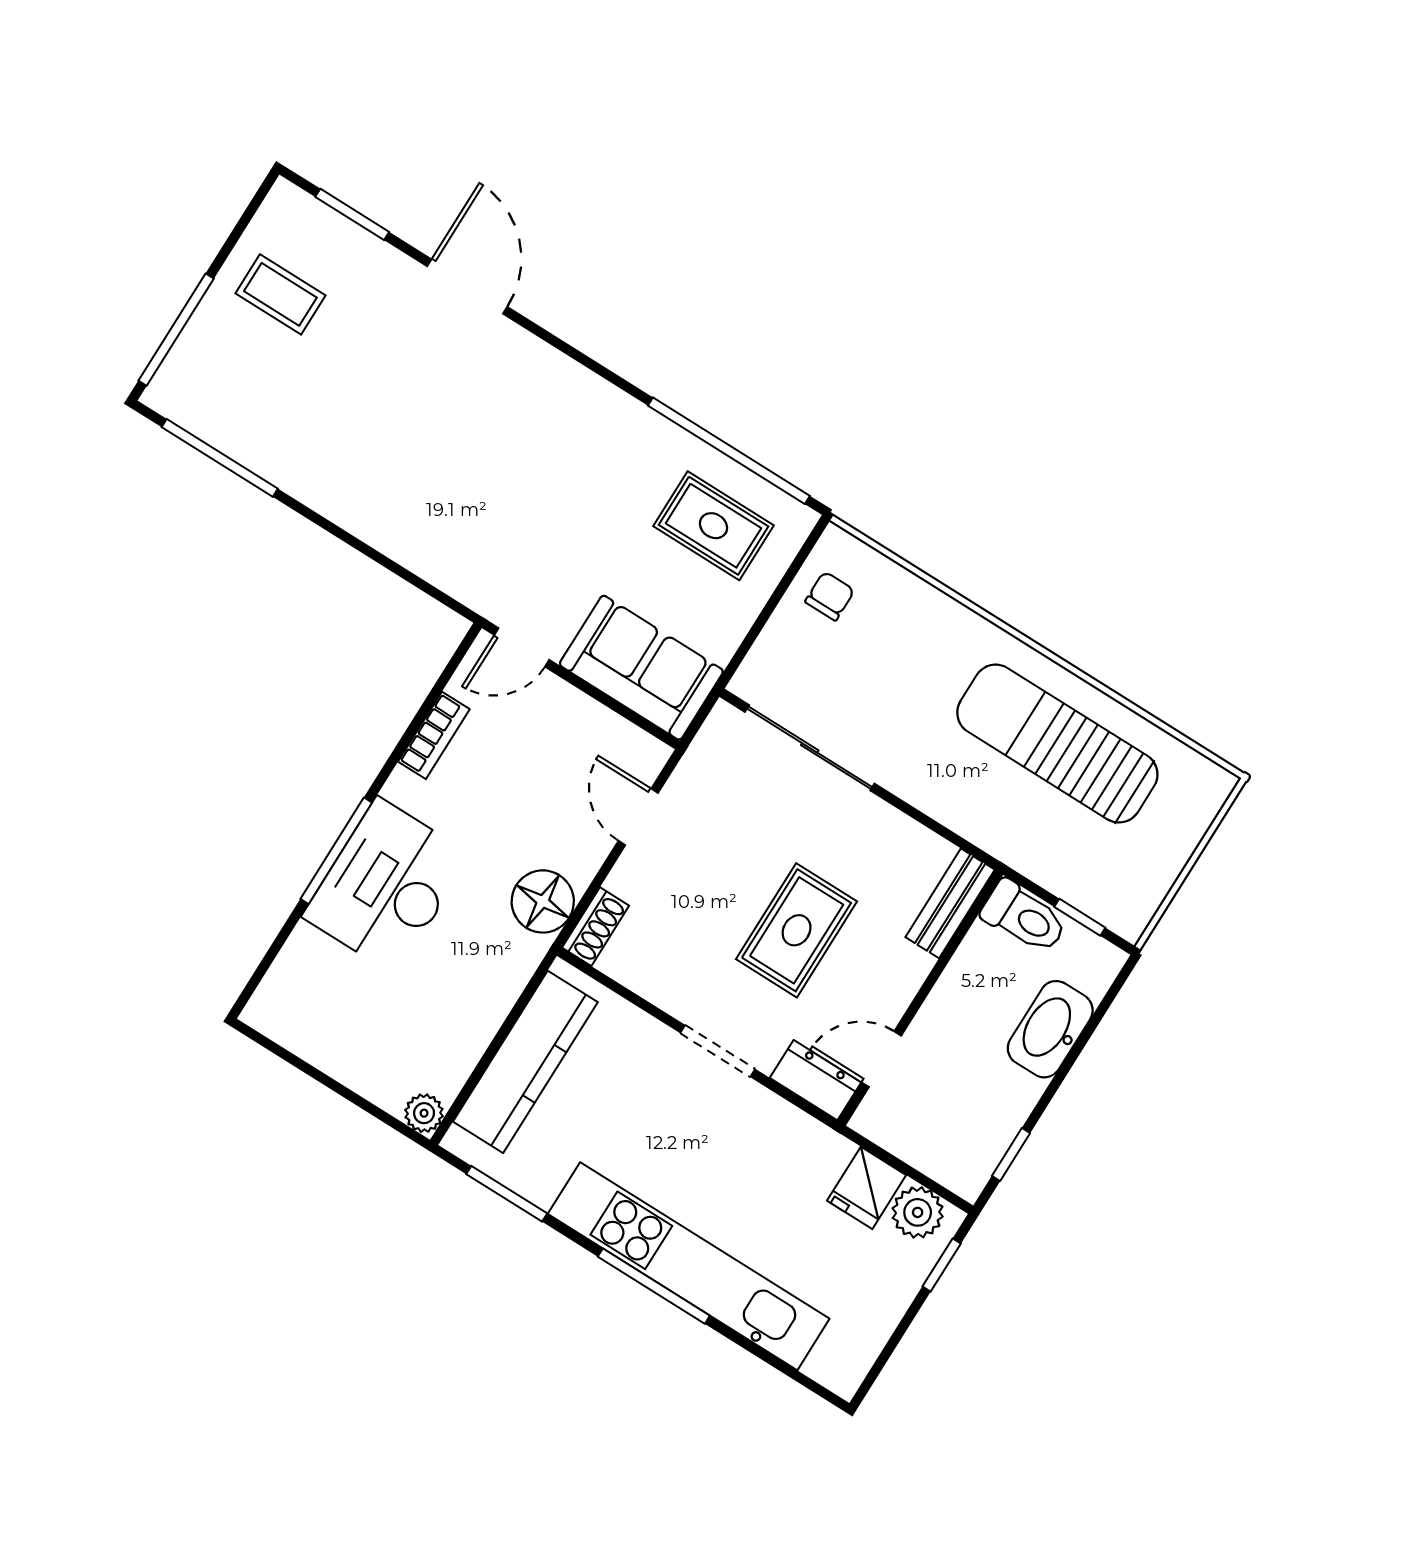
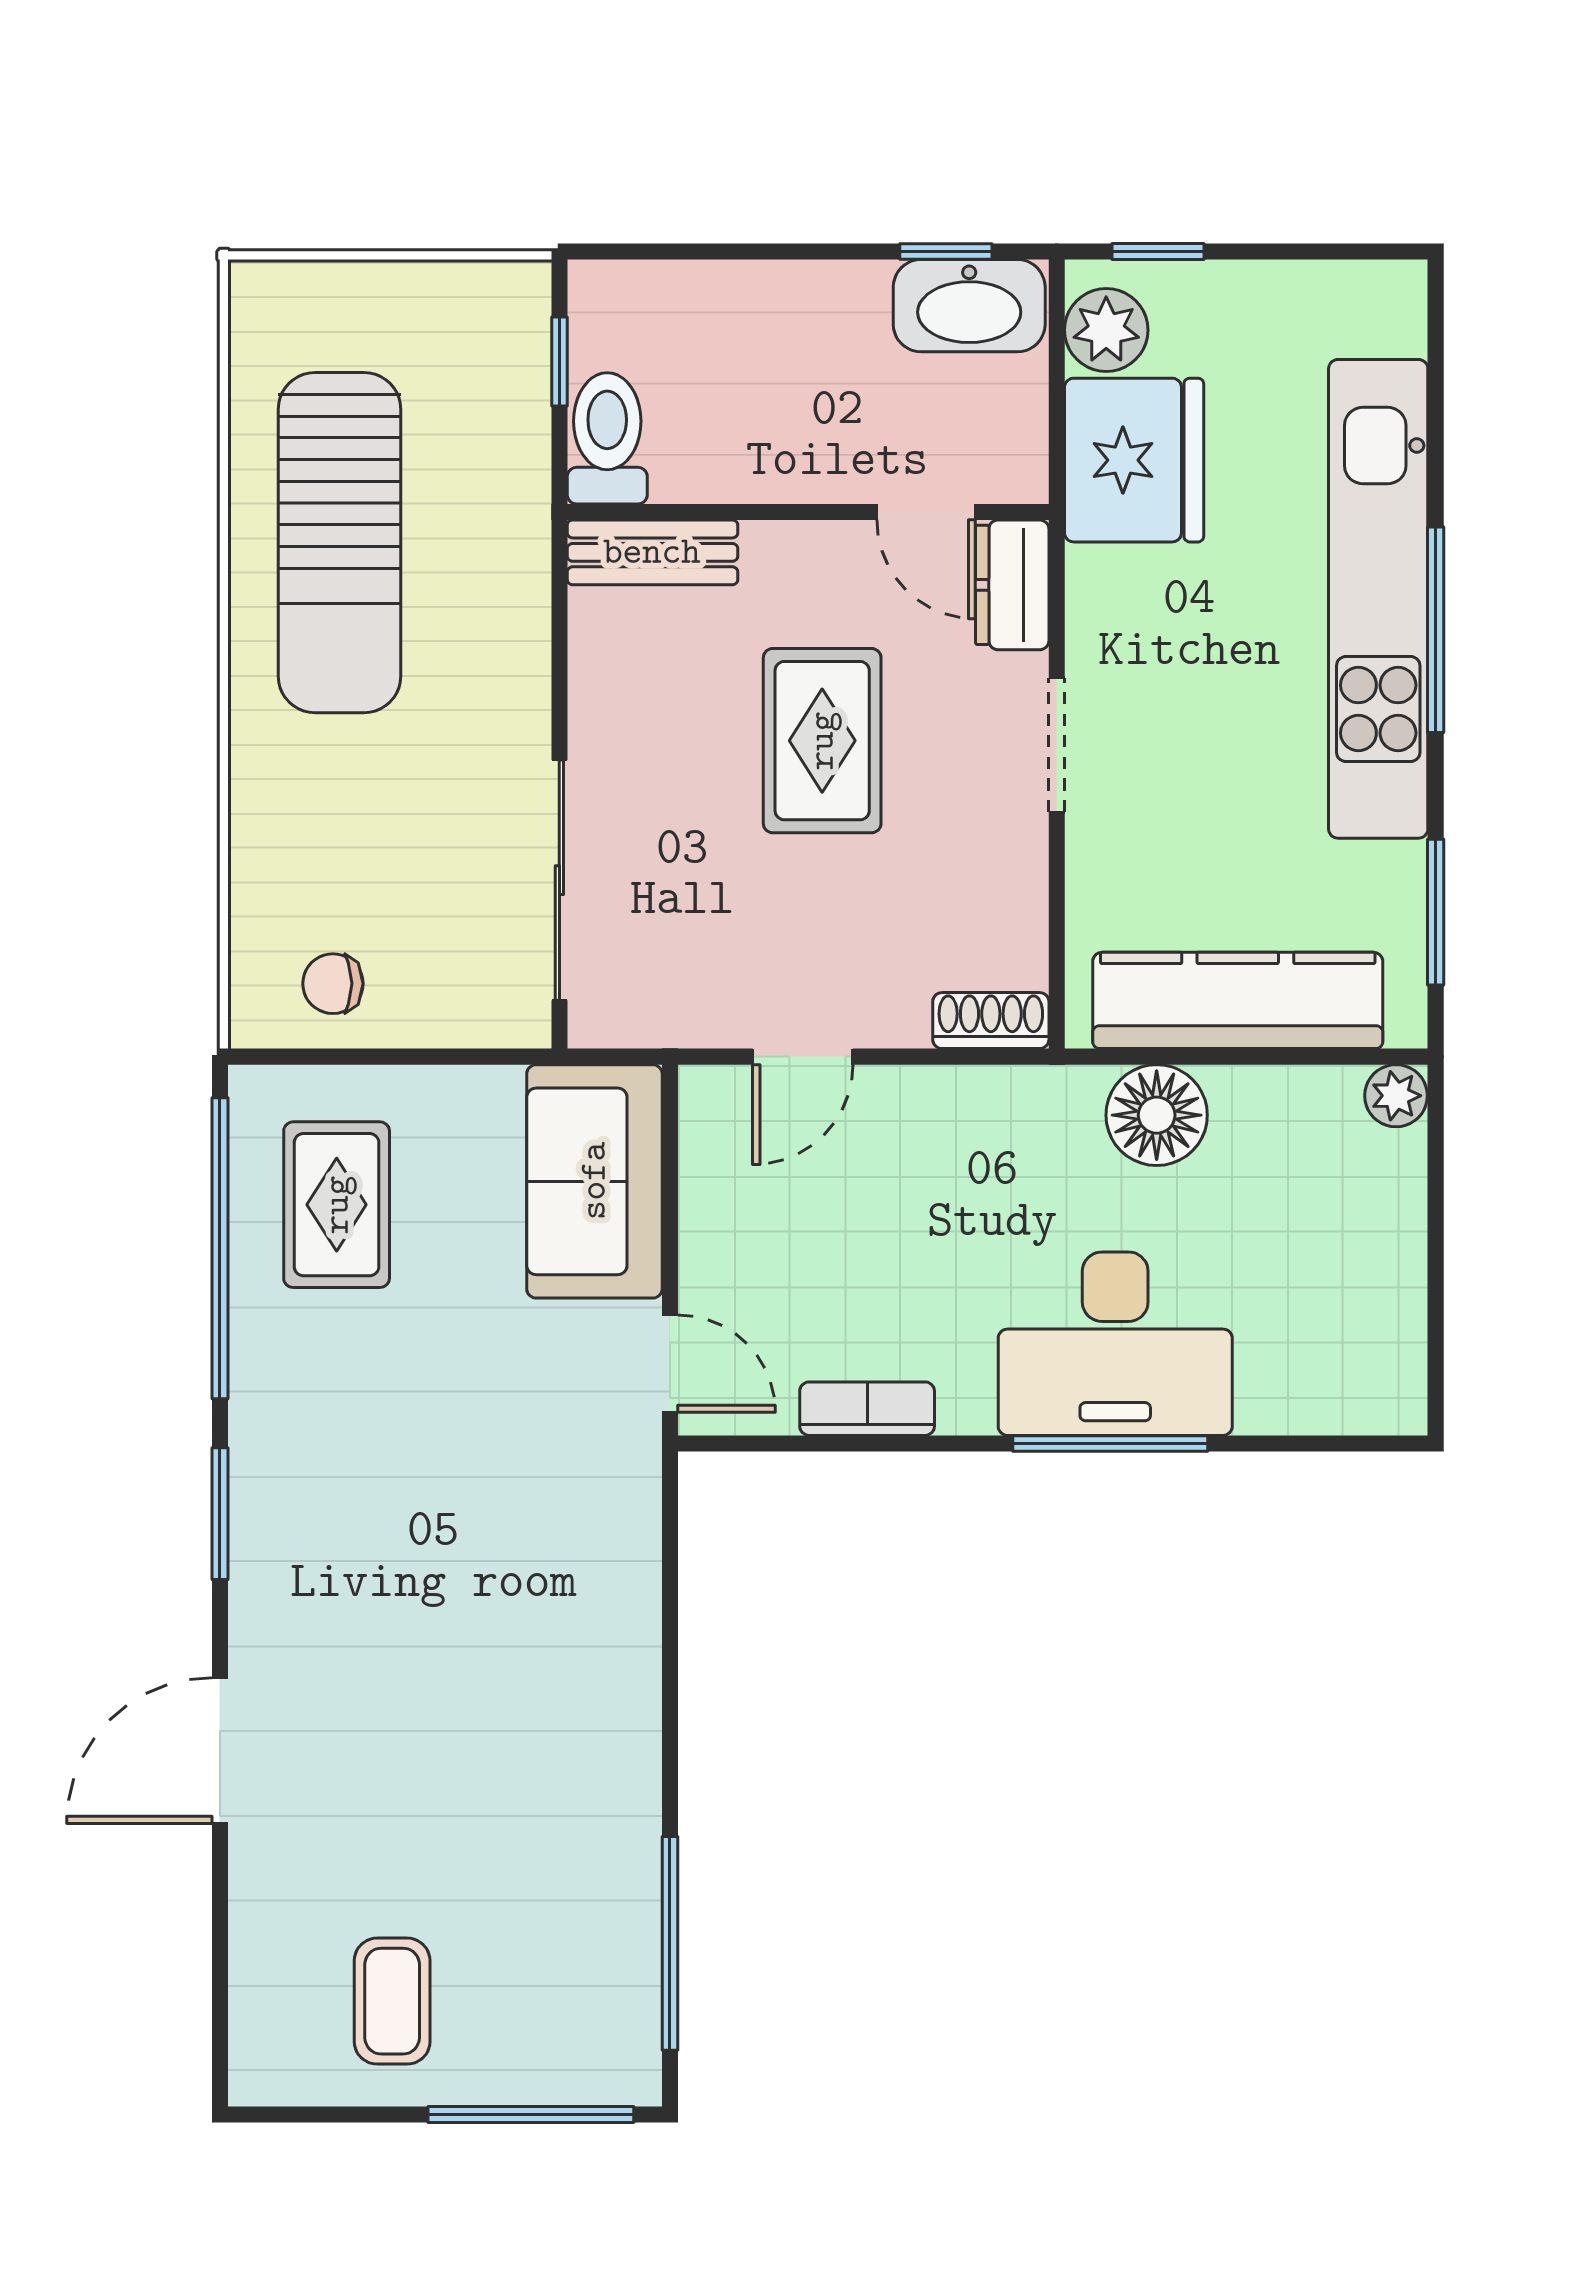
window: (352, 214) -> (220, 1514), moved
floor lamp: (543, 901) -> (1157, 1115), moved
rug: (797, 930) -> (822, 741), turned 90
washbasin: (1050, 1029) -> (969, 306), moved
fridge: (867, 1188) -> (1134, 460), width x1.88, depth x1.34

